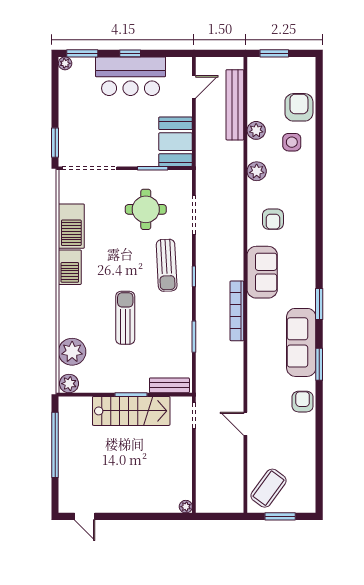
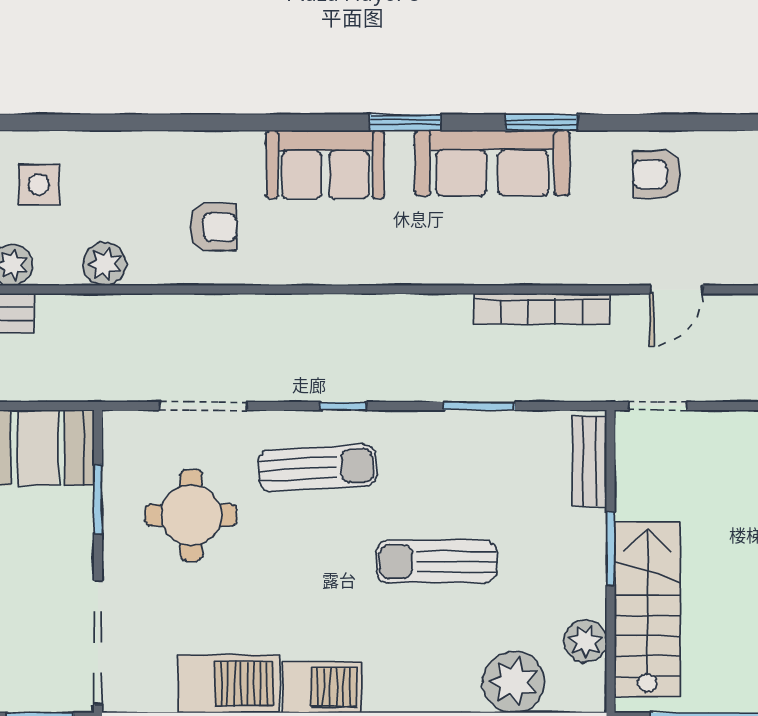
sofa: (262, 272) -> (325, 164), moved, turned 180
bookcase: (237, 311) -> (542, 309), moved
plant: (69, 384) -> (585, 641), moved
armchair: (303, 402) -> (657, 174), moved
stairs: (131, 411) -> (647, 610), moved

